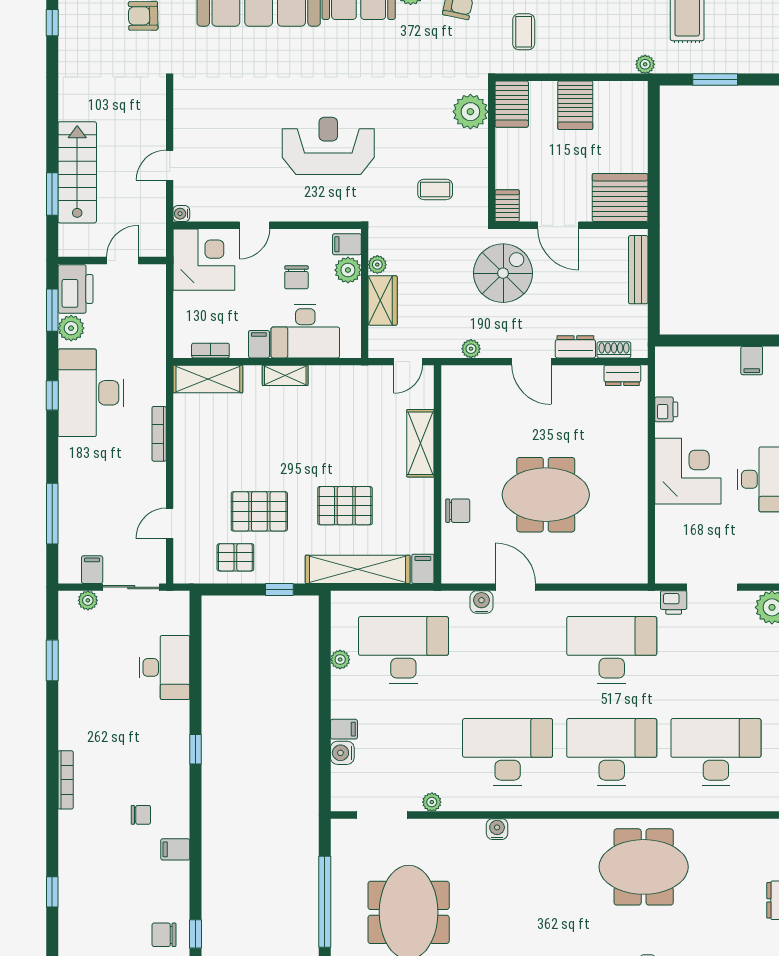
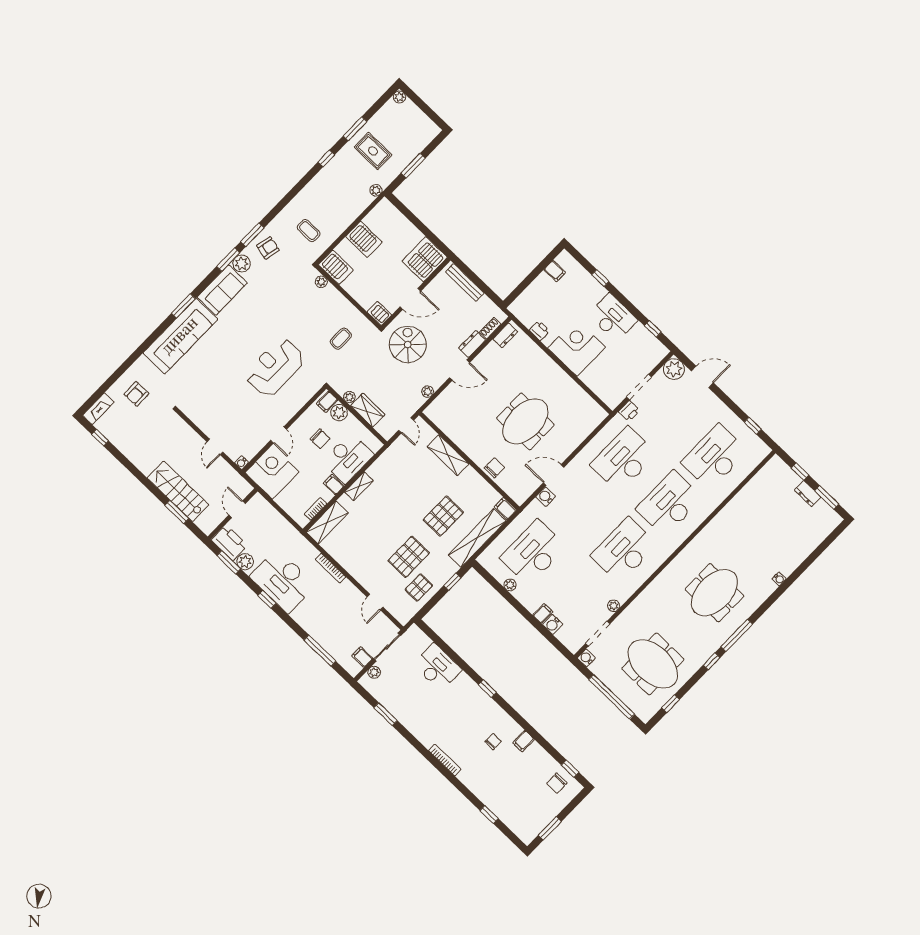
plant: (470, 112) -> (321, 282), width x0.53, depth x0.53
water cooler: (497, 829) -> (586, 658), moved
meeting table: (644, 867) -> (714, 593), moved

